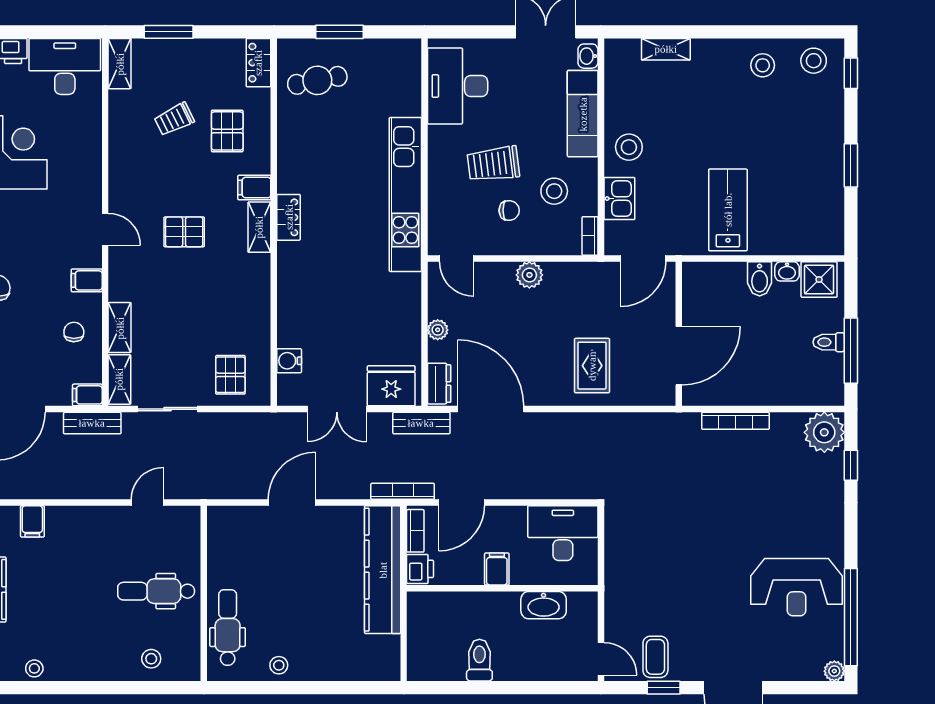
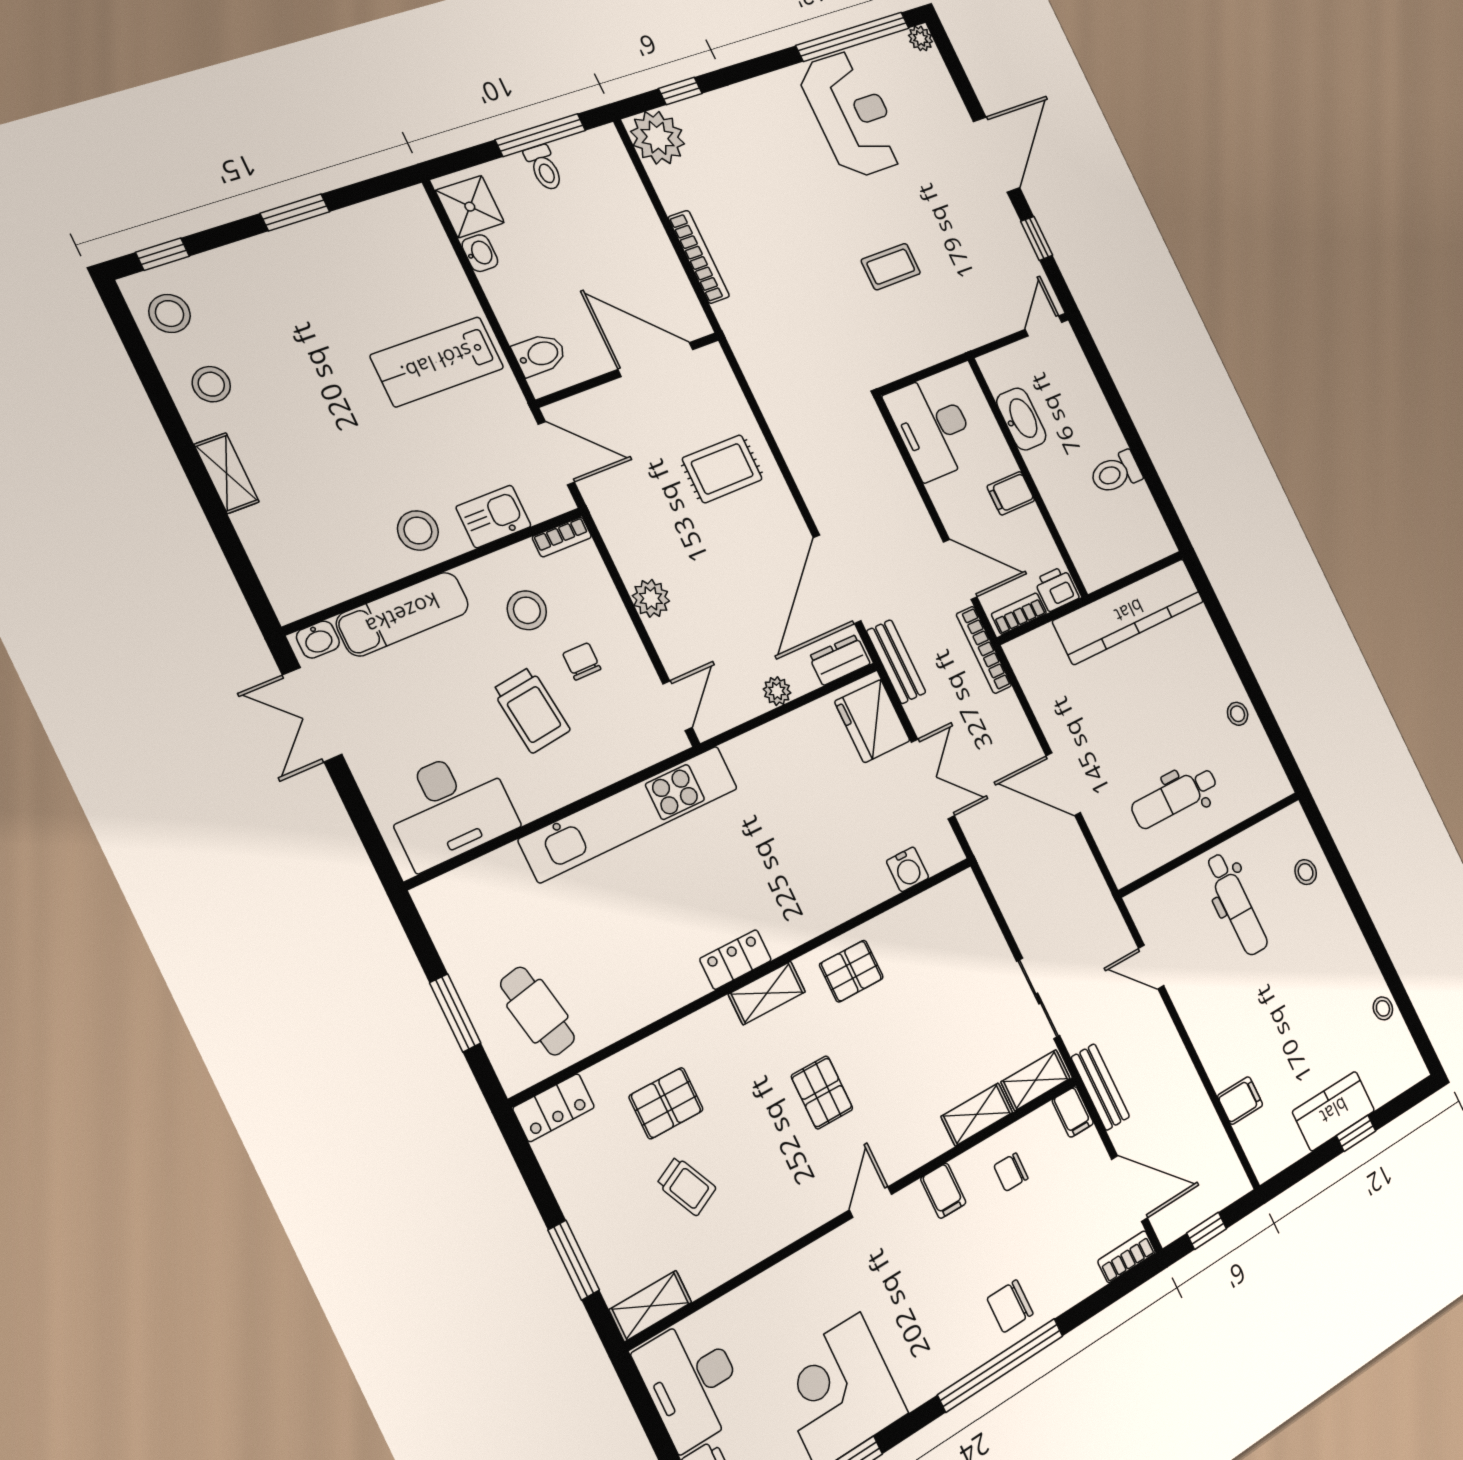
shelving: (666, 49) -> (227, 473), moved
filing cabinet: (254, 188) -> (721, 1026), removed
bidet: (760, 279) -> (540, 354), moved
pallet: (230, 375) -> (851, 971), moved
kitchen counter: (383, 570) -> (1129, 611), moved
dental chair: (228, 628) -> (1175, 797), moved
coffee table: (655, 657) -> (891, 267), moved

